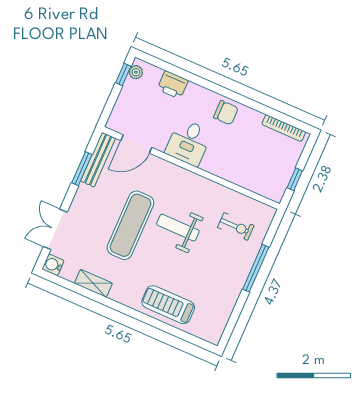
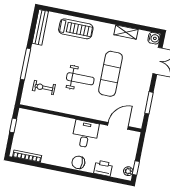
chair: (226, 113) -> (78, 162), moved
bench: (98, 160) -> (40, 27), moved

